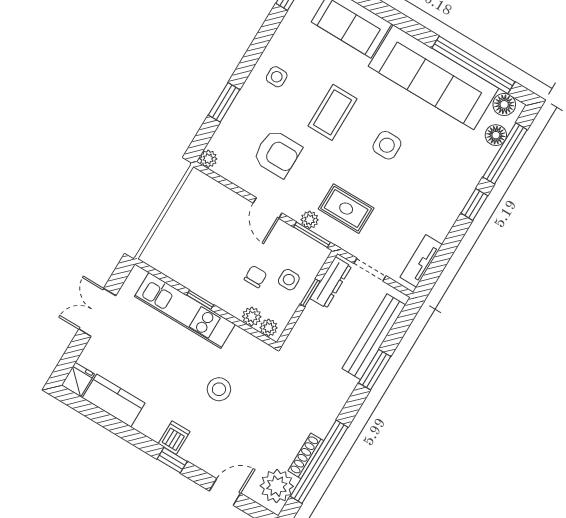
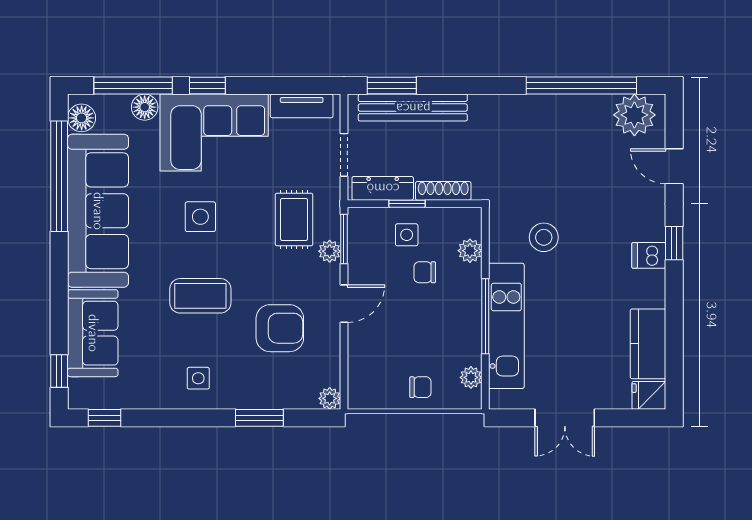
floor lamp: (496, 135) -> (145, 107), moved
armchair: (277, 154) -> (280, 328), turned 90
corner sofa: (439, 190) -> (214, 133), added
chair: (178, 226) -> (420, 387), added
window: (200, 300) -> (485, 316), width x2.17
plant: (269, 328) -> (471, 377), moved
window: (375, 370) -> (392, 86), moved
stool: (219, 389) -> (544, 237), moved
shoe rack: (306, 456) -> (443, 191), moved, turned 180

